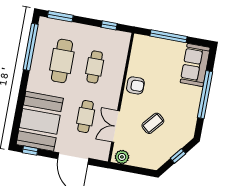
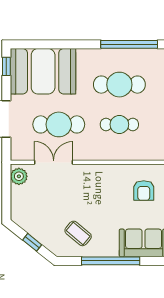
armchair: (135, 85) -> (144, 191), moved
cafe table: (86, 117) -> (59, 124), width x1.37, depth x1.35
coffee table: (153, 123) -> (78, 233), moved

